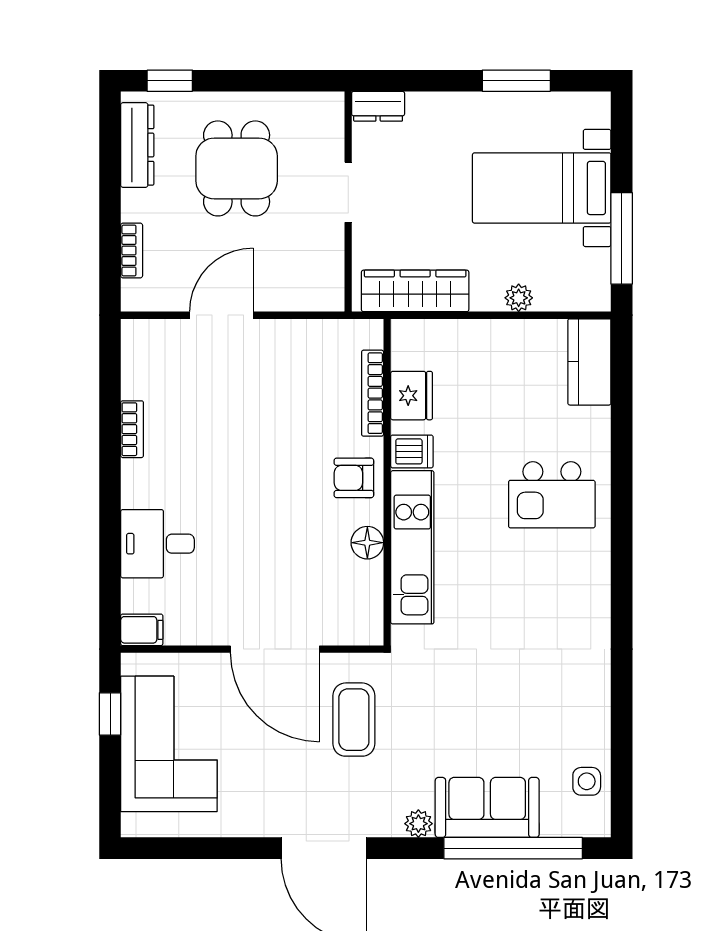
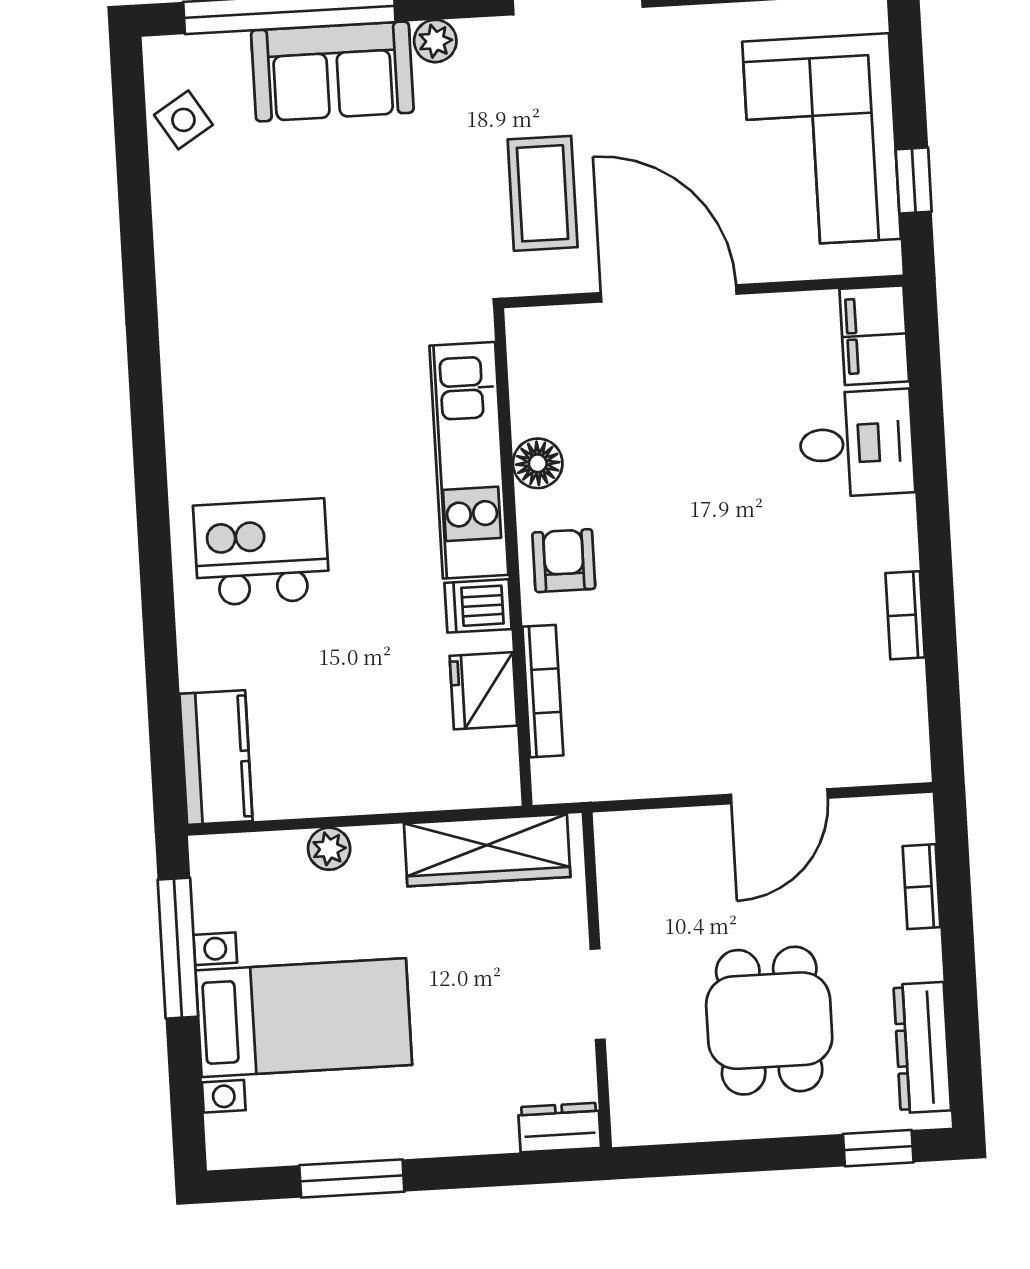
armchair: (354, 478) -> (564, 561), turned -90
filing cabinet: (142, 630) -> (874, 335), width x2.00
side table: (587, 781) -> (183, 120), turned -32

